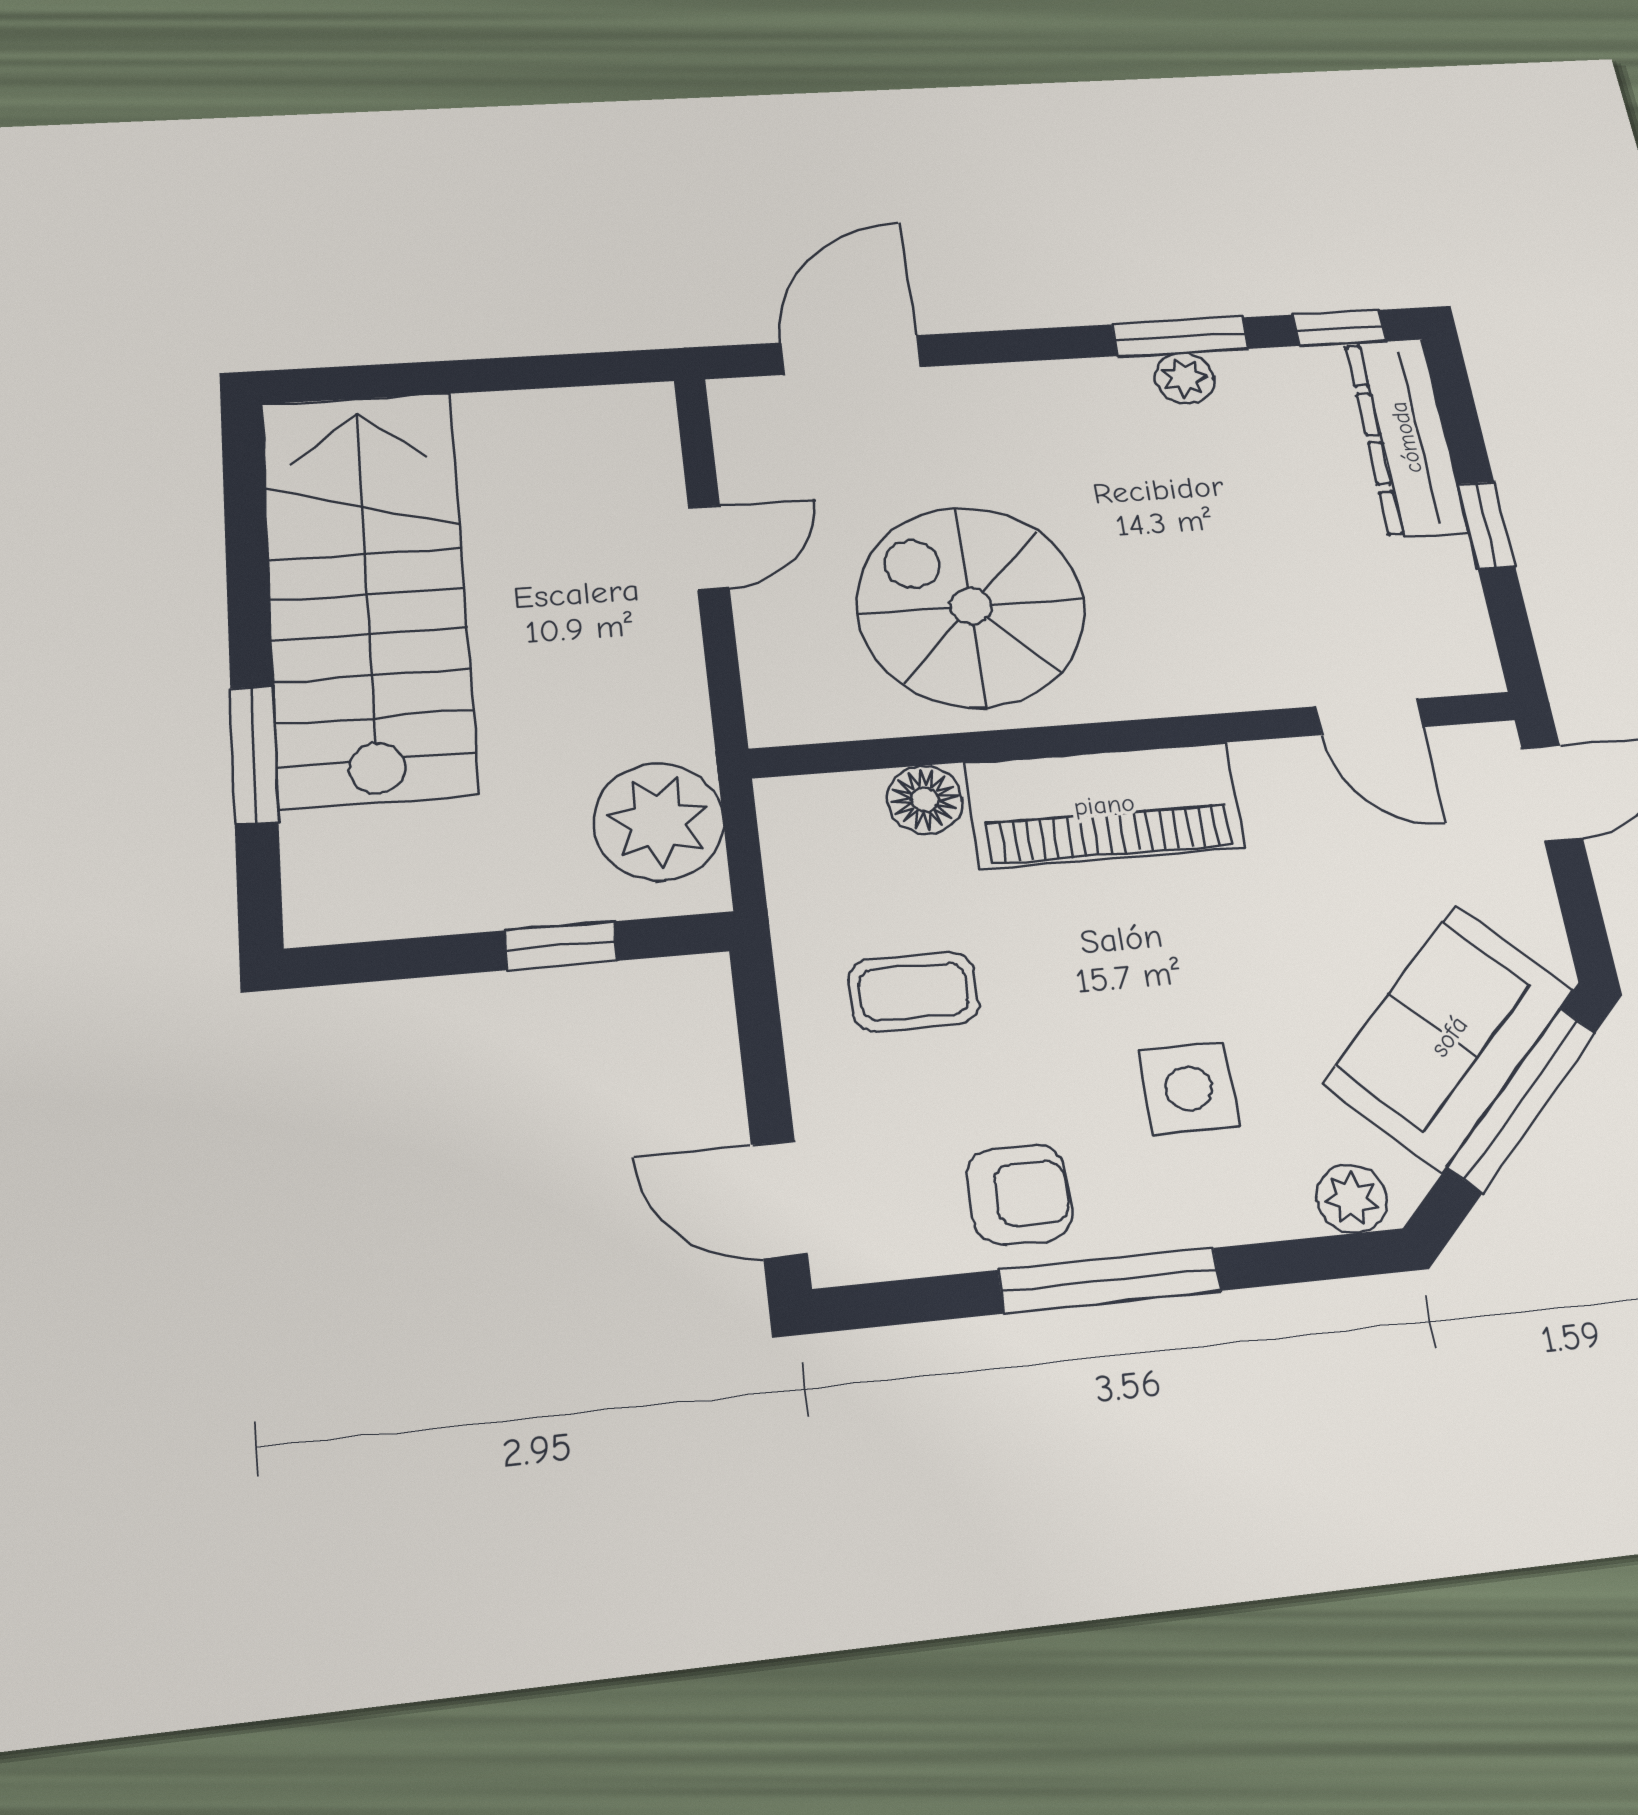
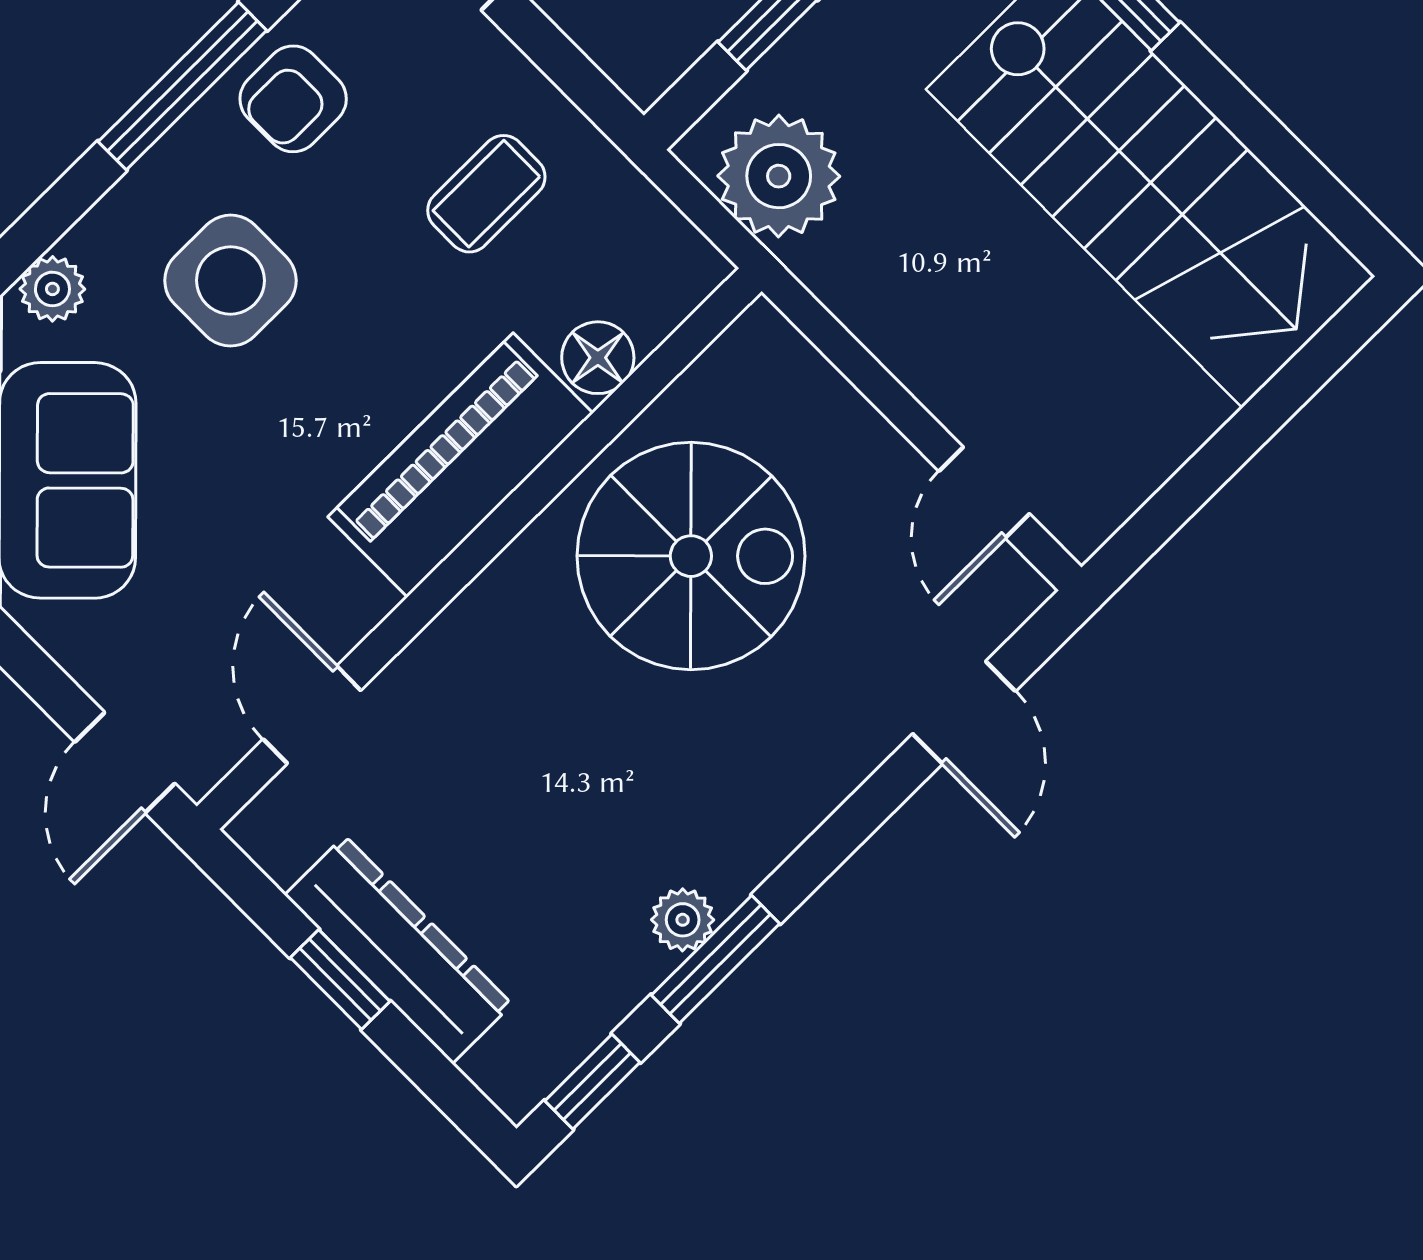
door: (851, 355) -> (964, 712), width x0.73
dresser: (1406, 437) -> (398, 950), moved
door: (709, 548) -> (984, 492), moved
door: (1370, 717) -> (312, 715), hinge flipped
side table: (1189, 1088) -> (230, 281), width x1.37, depth x1.37

